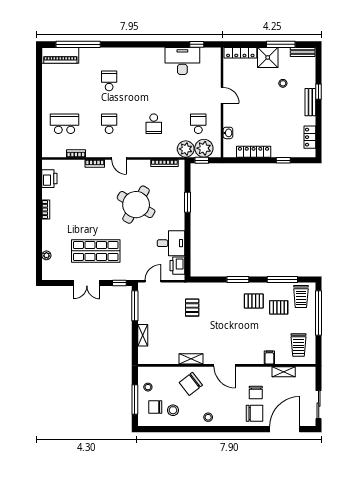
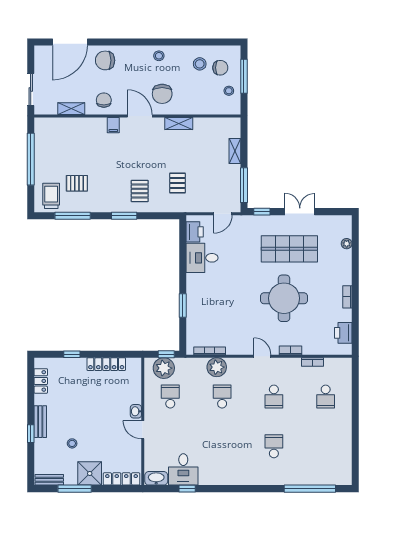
window: (197, 44) -> (187, 489), moved
washbasin: (210, 53) -> (156, 478), added
piano: (60, 55) -> (331, 476), removed
desk: (182, 61) -> (183, 469), width x0.73
school desk: (109, 81) -> (274, 446), turned 180
school desk: (65, 124) -> (326, 397), width x0.54
school desk: (198, 124) -> (170, 397), turned 180
washbasin: (228, 133) -> (136, 411), moved
plant: (186, 149) -> (217, 367), moved
round table: (136, 205) -> (284, 298), moved, turned -30
pallet: (254, 301) -> (140, 191), moved, turned 90
window: (319, 313) -> (31, 159), moved
trolley: (299, 345) -> (54, 140), removed
filing cabinet: (269, 358) -> (113, 125), moved
chair: (191, 384) -> (162, 94), moved, turned 128
chair: (256, 392) -> (104, 100), moved
sliding door: (319, 405) -> (31, 89), moved

